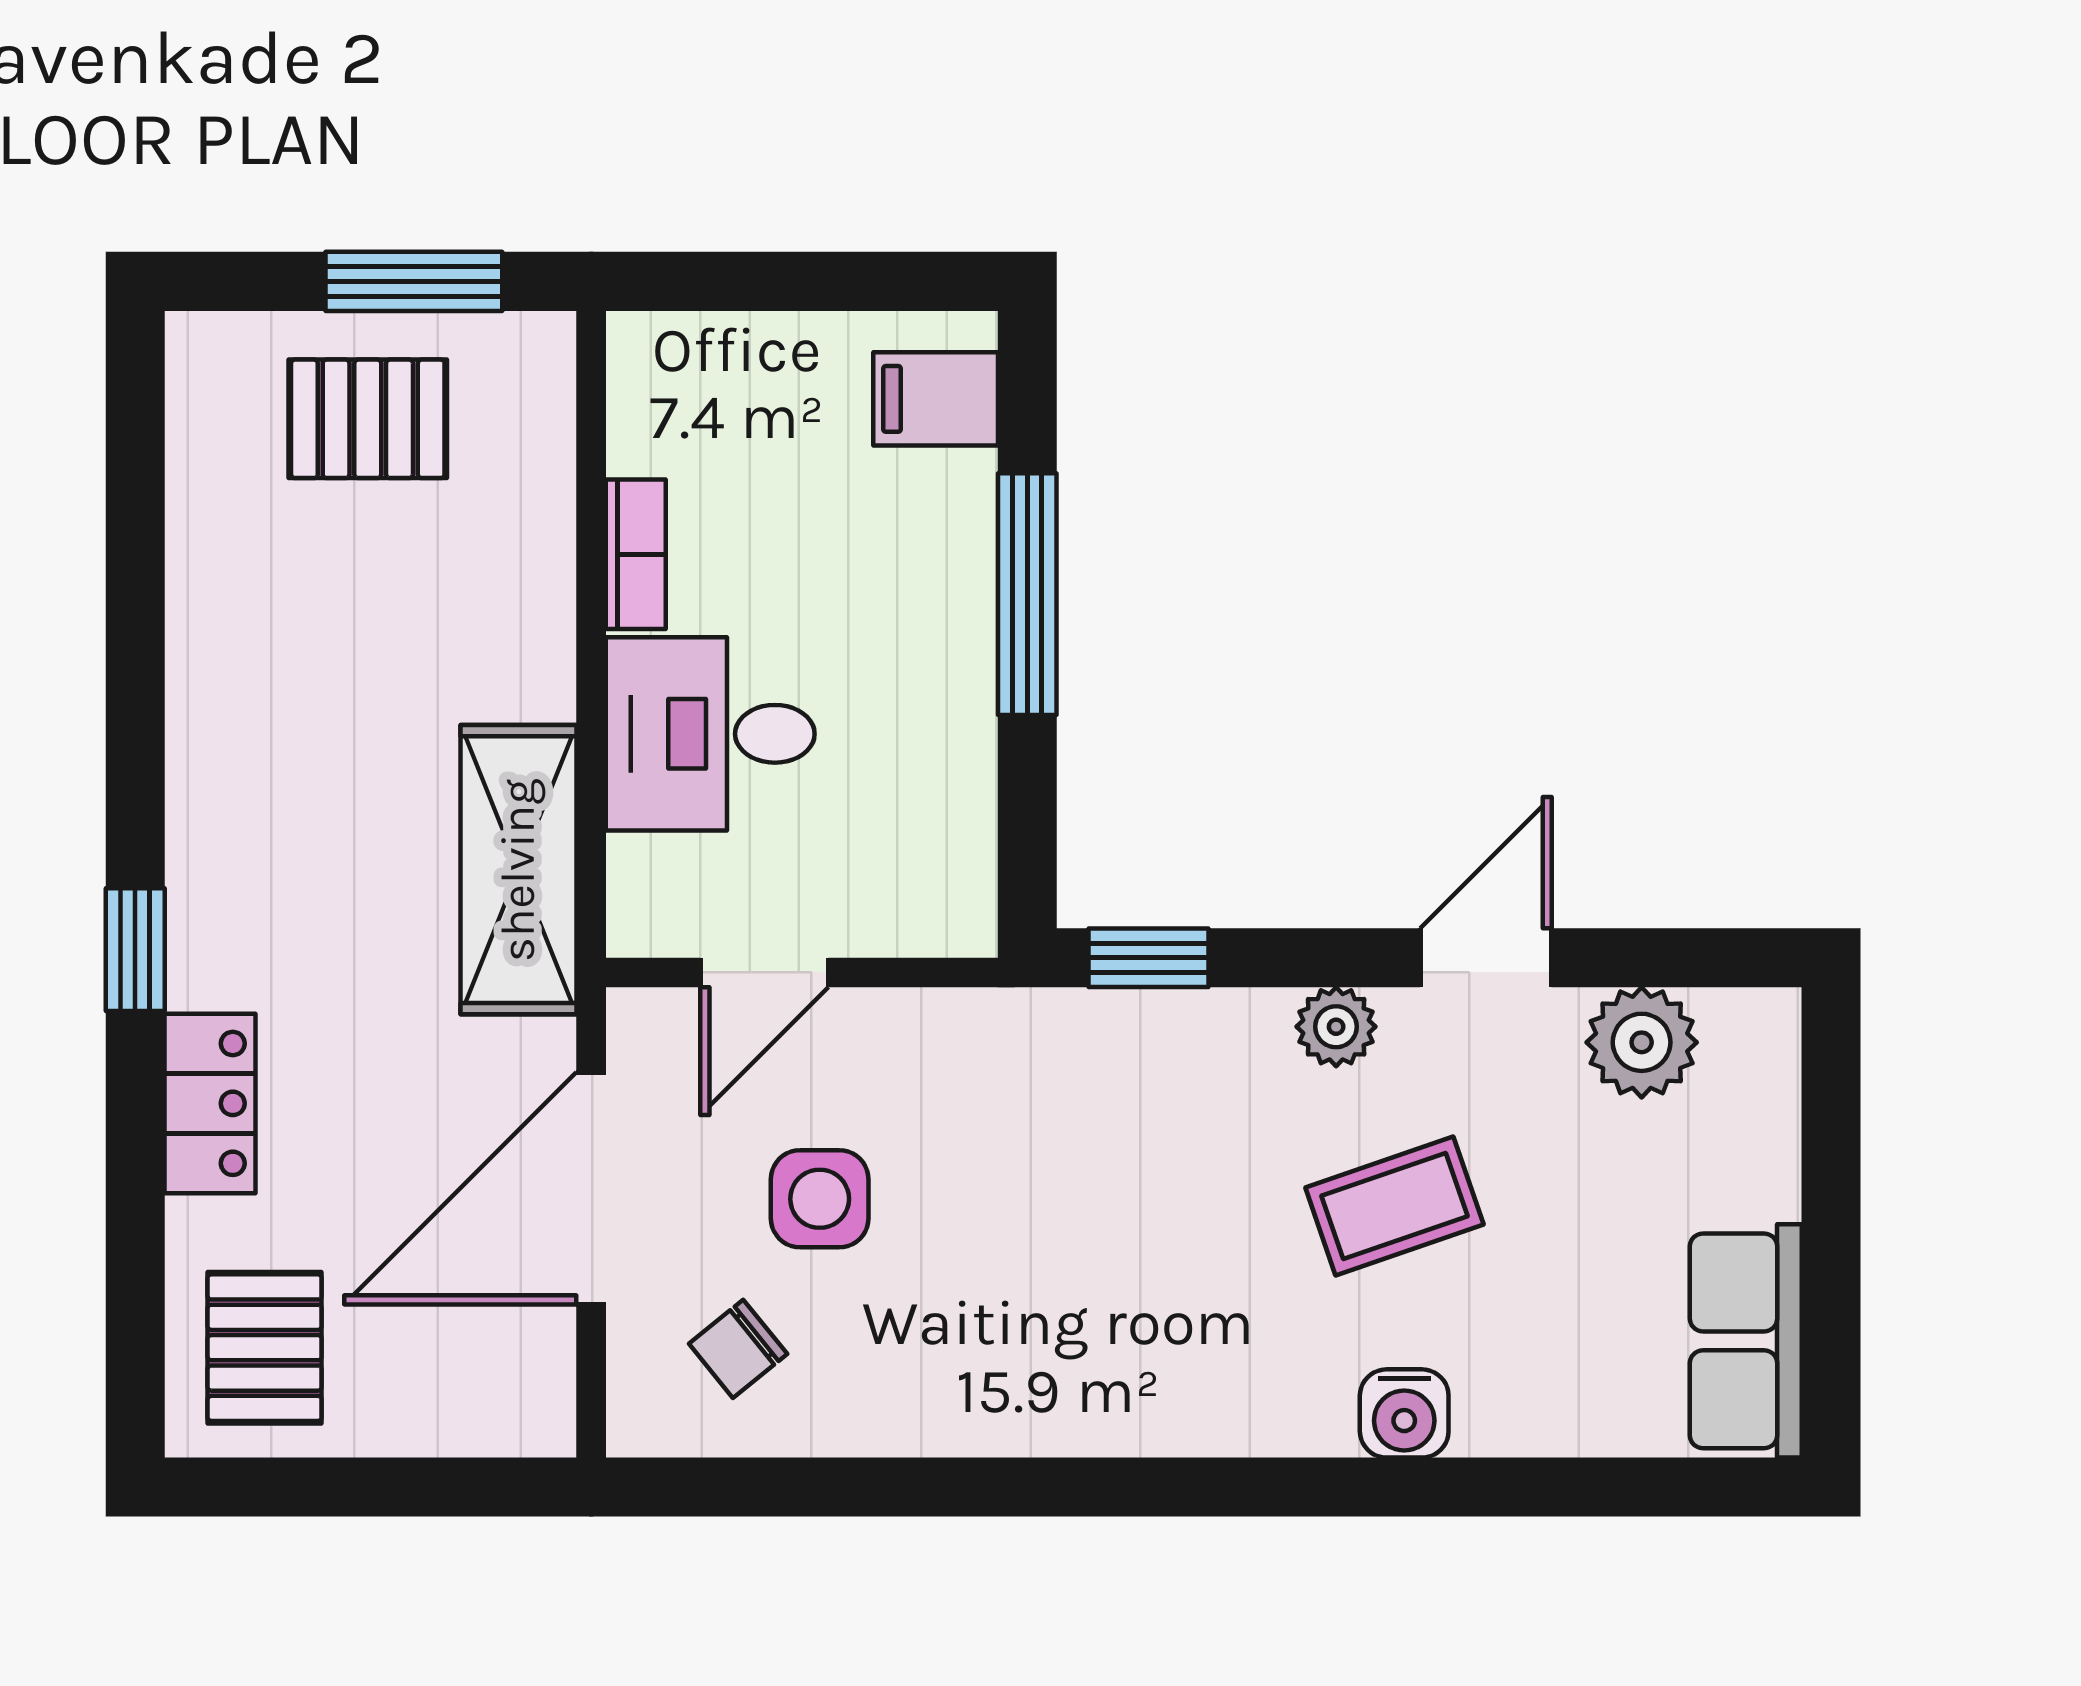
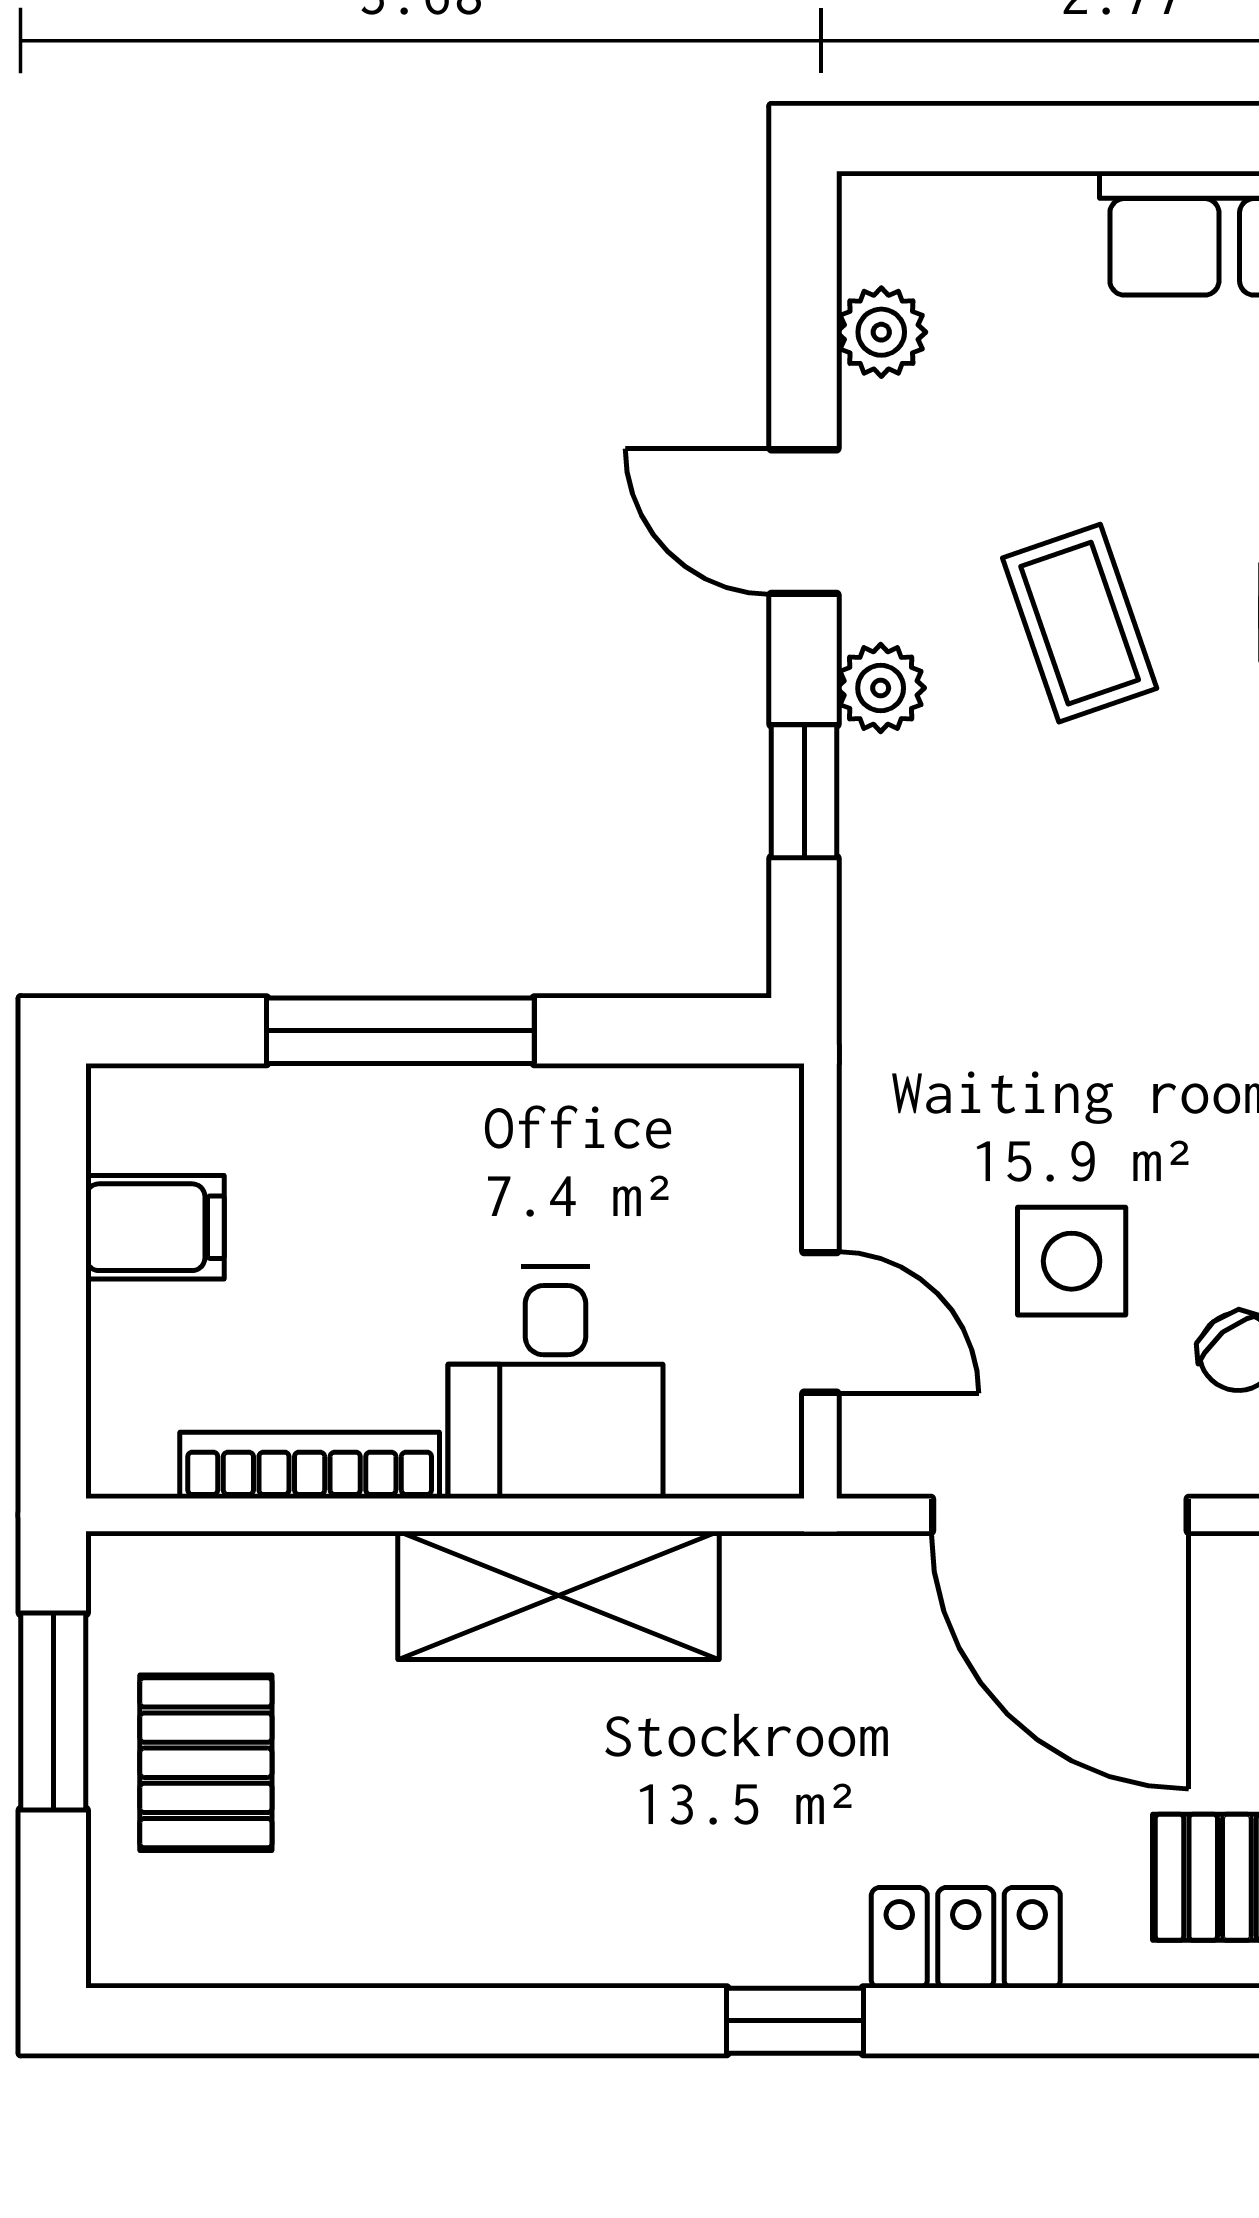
filing cabinet: (936, 399) -> (155, 1227), moved, turned -90
bookcase: (636, 554) -> (310, 1465), width x1.56
shelving: (518, 870) -> (558, 1595), moved
window: (1148, 958) -> (804, 791), moved
plant: (1642, 1042) -> (881, 332), width x0.73, depth x0.73

